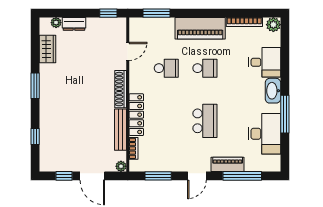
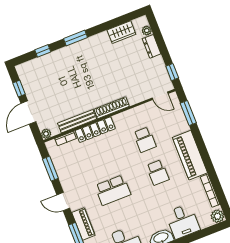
door: (128, 51) -> (160, 96), moved
window: (35, 86) -> (75, 38), moved

